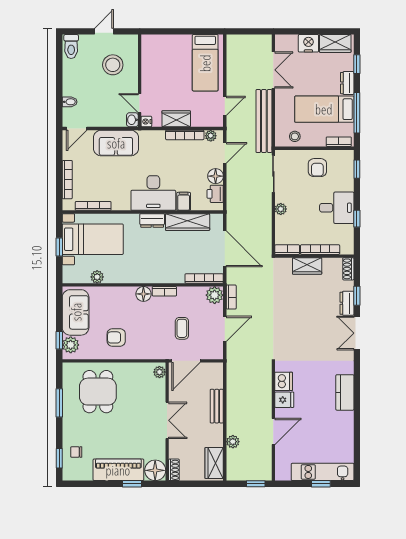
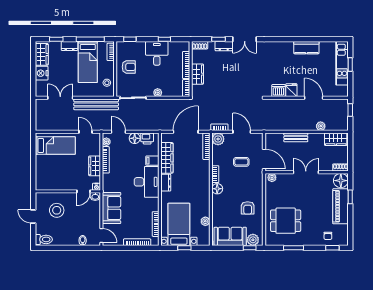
kitchen counter: (345, 392) -> (306, 48), moved

